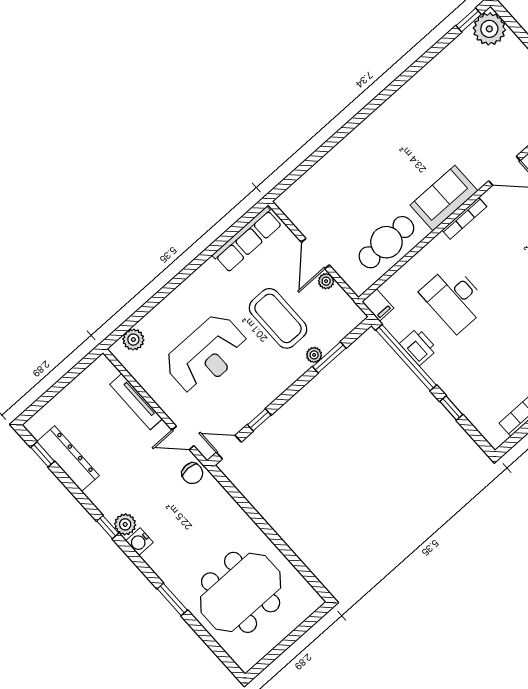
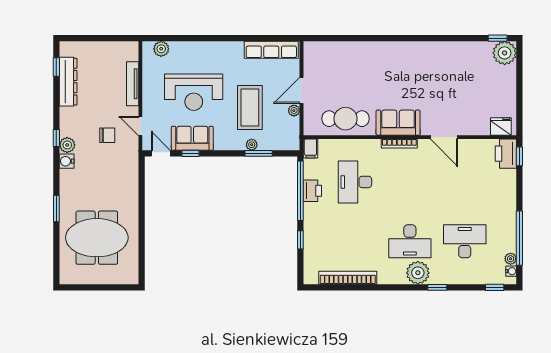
sofa: (247, 403) -> (192, 138), added
chair: (192, 473) -> (107, 135), moved, turned -90

